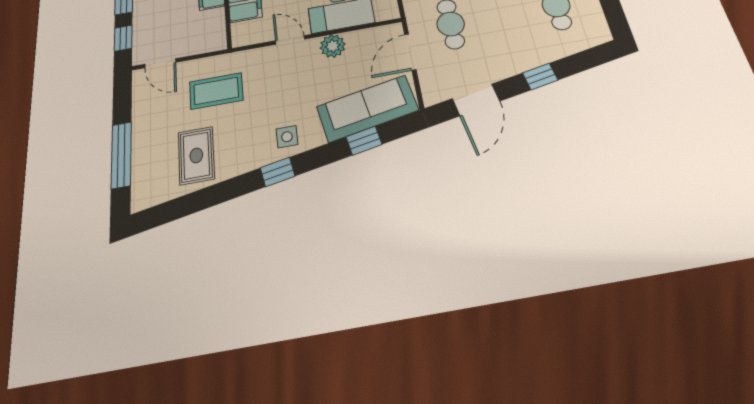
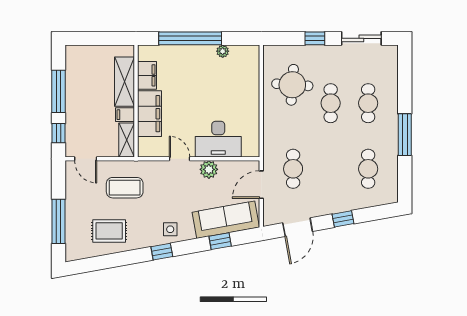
shelving: (216, 30) -> (127, 140), added
rug: (196, 155) -> (109, 231), turned 90

